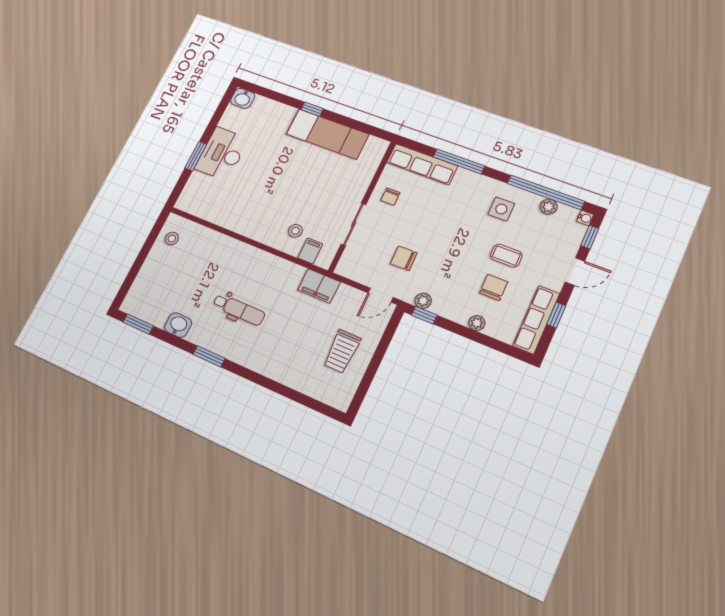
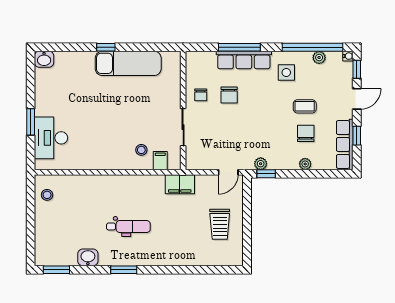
desk: (222, 154) -> (51, 138), moved
row of seats: (422, 164) -> (244, 60), moved
chair: (404, 258) -> (229, 95), moved, turned -89

